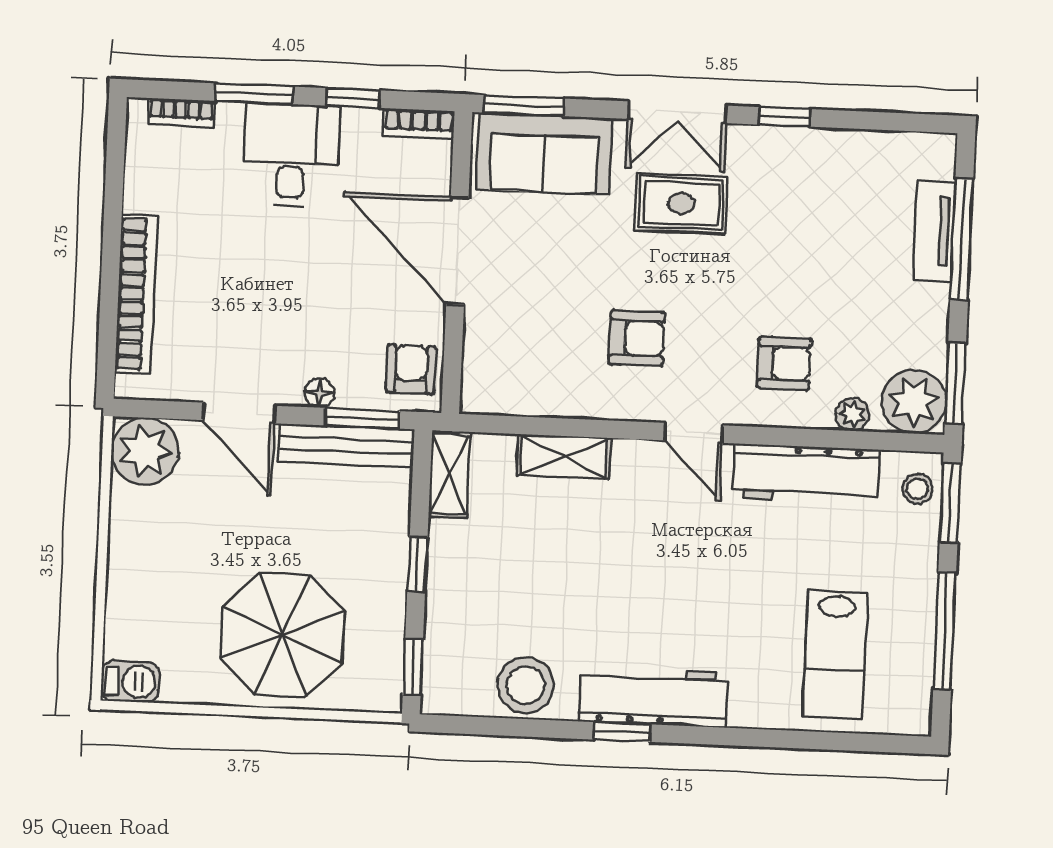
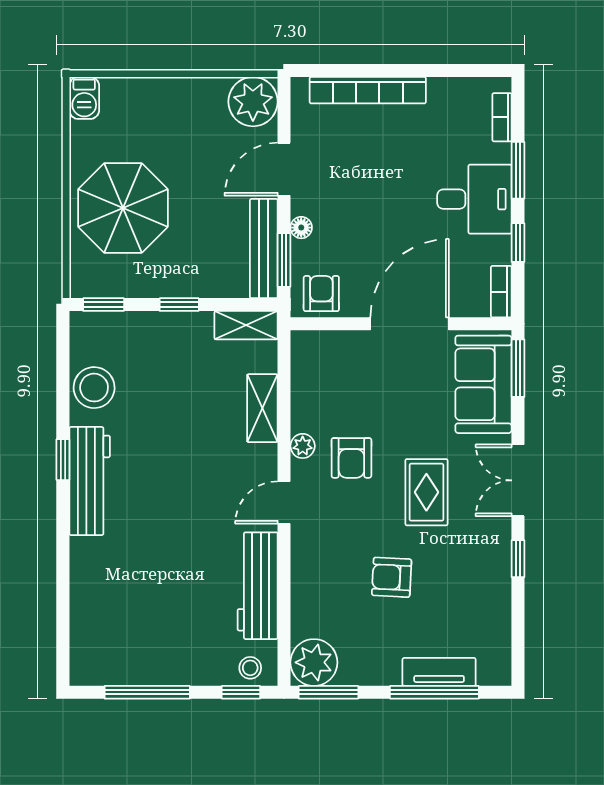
rug: (681, 203) -> (426, 492), moved
armchair: (784, 363) -> (392, 577), moved, turned 93
armchair: (411, 369) -> (321, 294), turned -90
plant: (852, 414) -> (303, 446), moved
window: (950, 503) -> (241, 692), width x0.67
lab bench: (835, 655) -> (126, 613), removed

